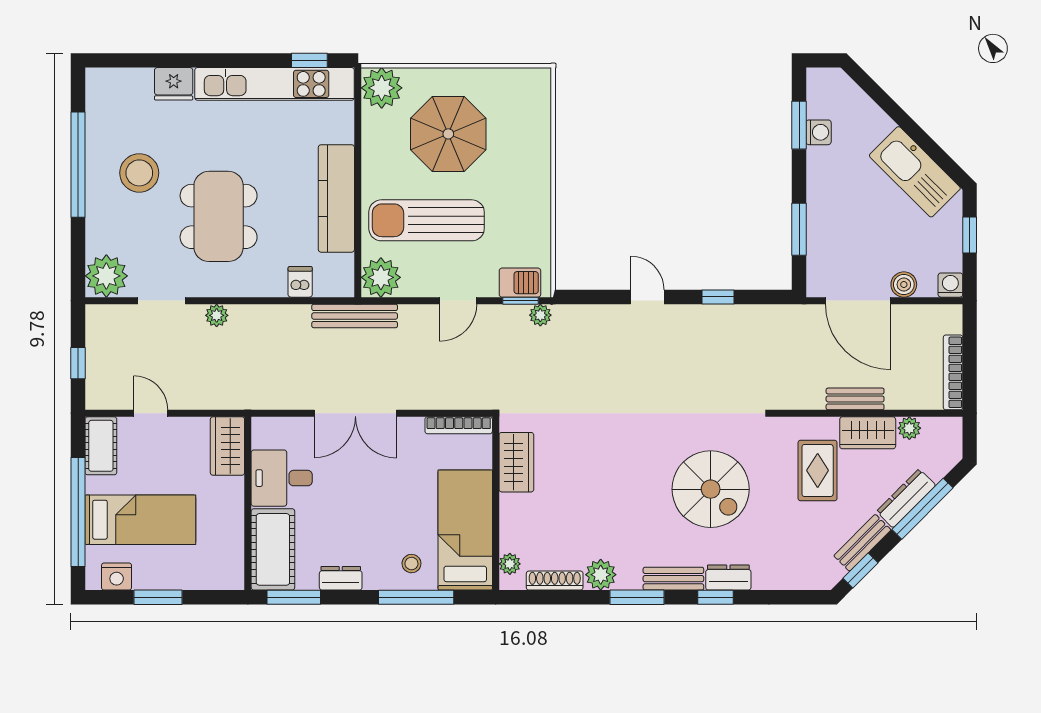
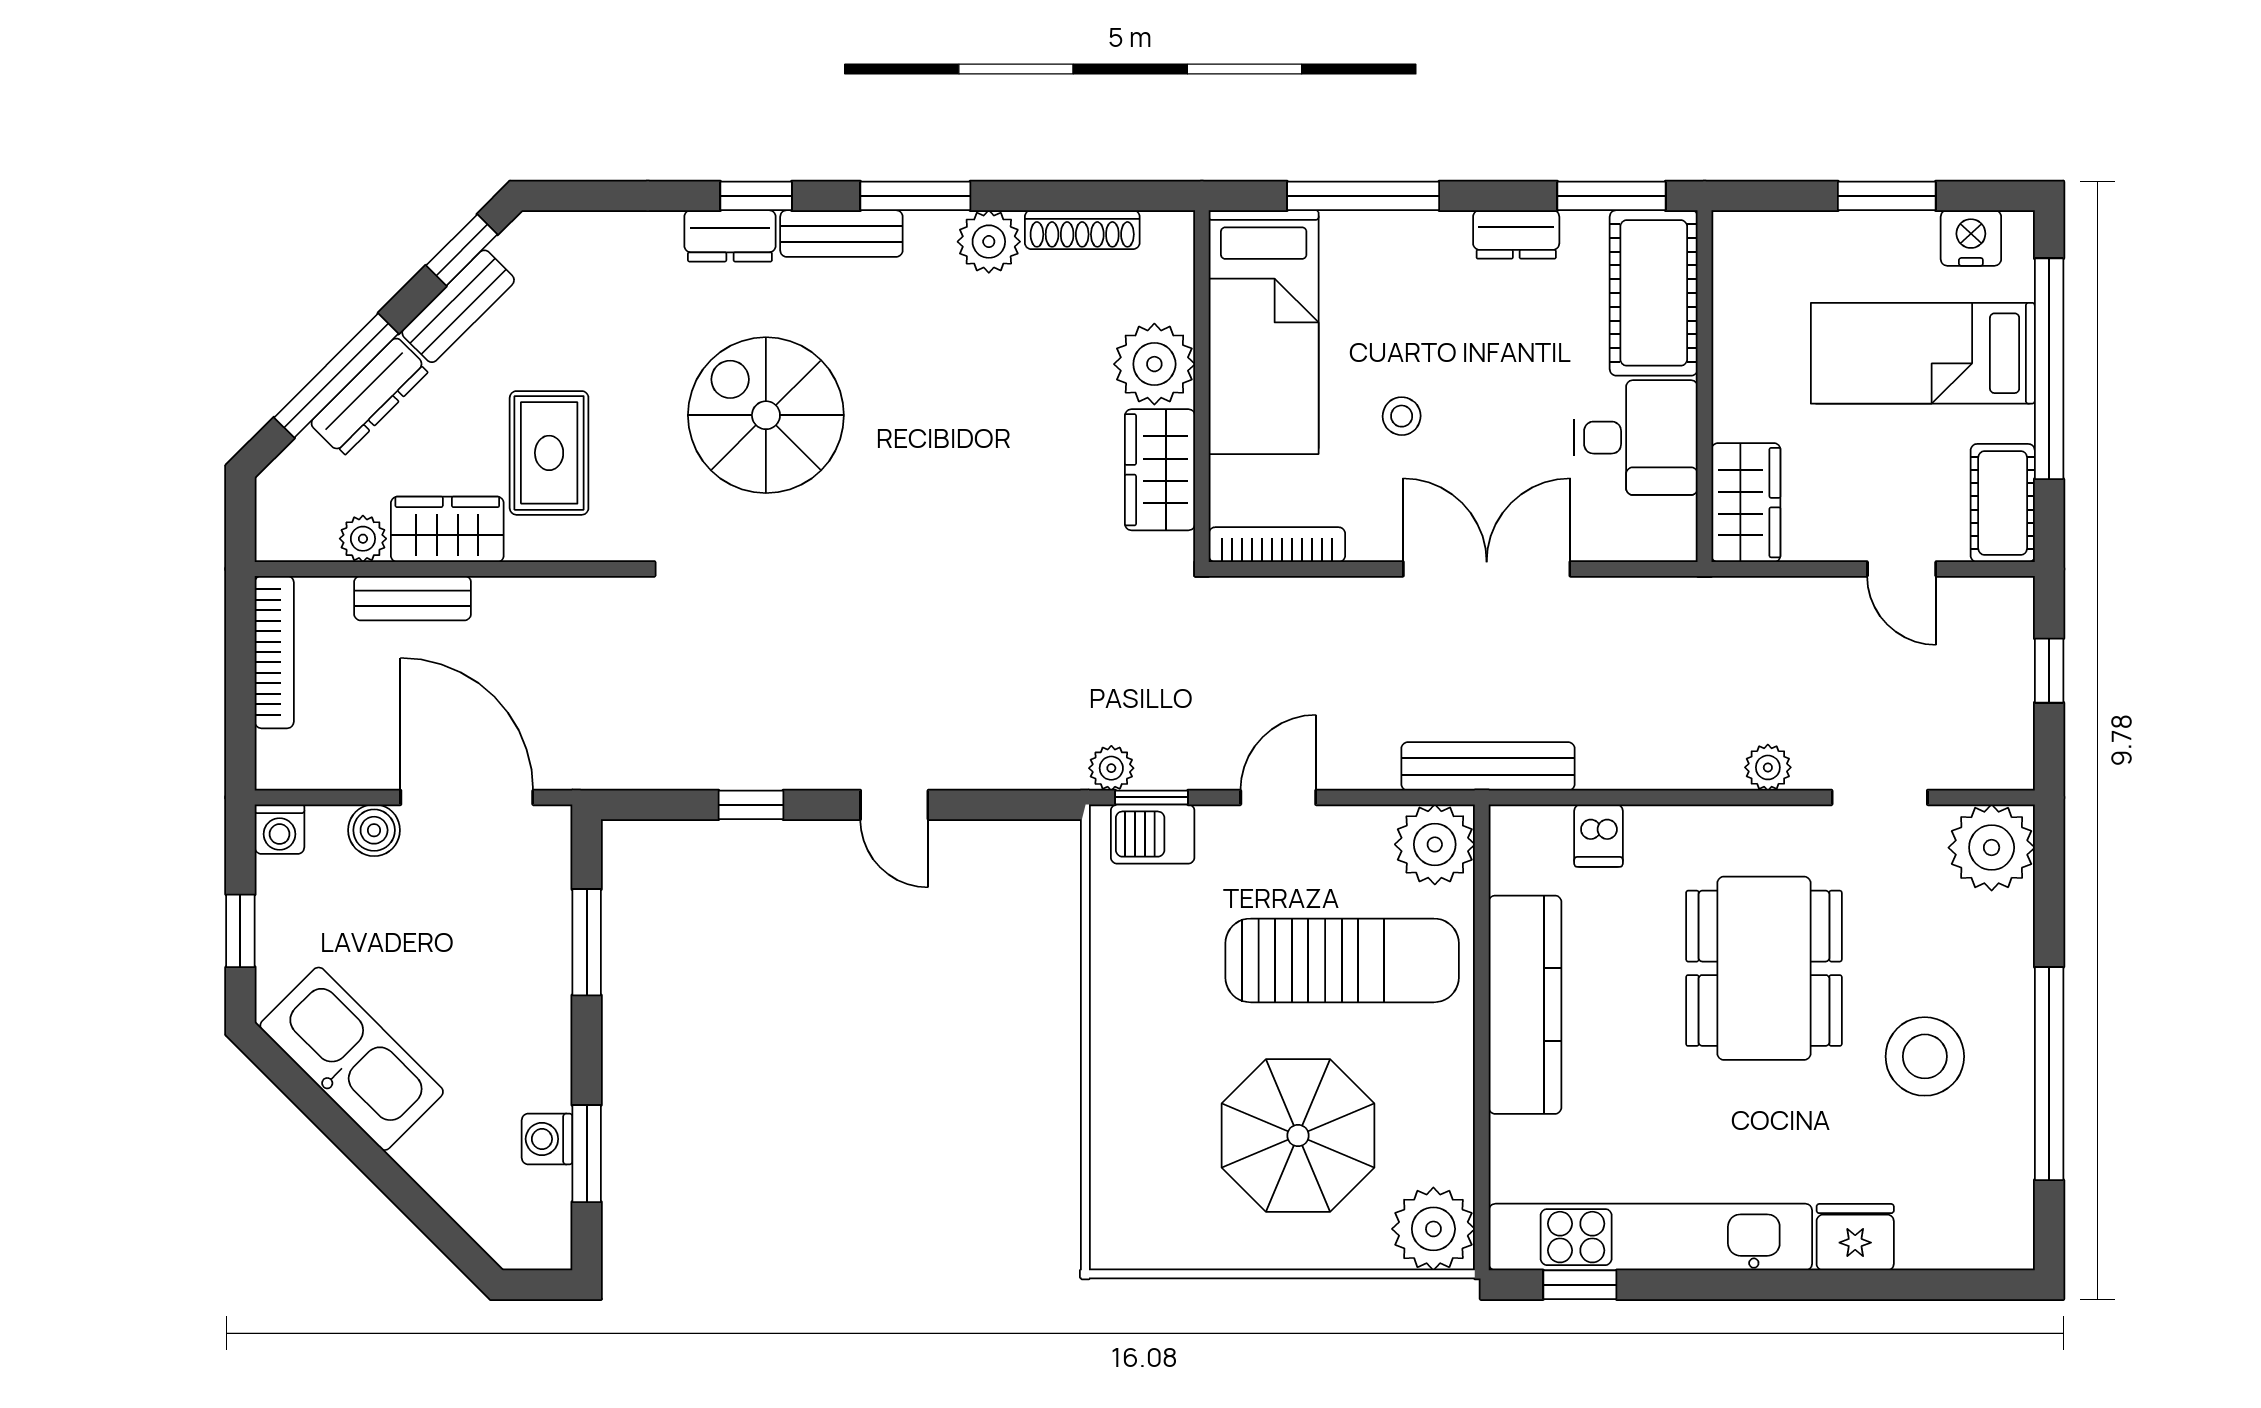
bench: (855, 399) -> (413, 598), moved
stool: (411, 564) -> (1402, 416), moved
plant: (510, 564) -> (1154, 364), moved, width x1.88, depth x1.88

